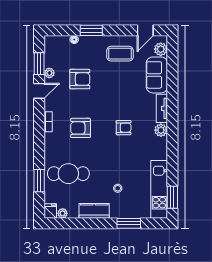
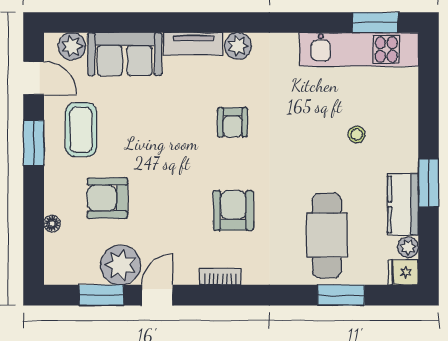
window: (91, 30) -> (34, 143), moved
plant: (49, 73) -> (121, 265), width x1.87, depth x1.87
armchair: (80, 79) -> (107, 198), moved, turned -90
door: (39, 91) -> (157, 295), hinge flipped
armchair: (81, 128) -> (233, 210), turned 180
armchair: (124, 128) -> (233, 122), turned 180
kitchen counter: (94, 211) -> (403, 204), moved
window: (129, 223) -> (429, 183), moved

